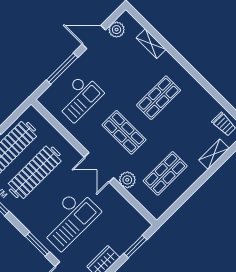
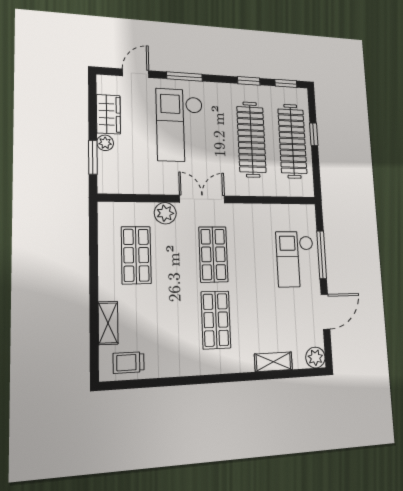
plant: (117, 30) -> (315, 358), moved
checkout: (79, 98) -> (295, 259), moved
shop shelf: (124, 132) -> (213, 254), turned 90
plant: (121, 248) -> (105, 143), added

